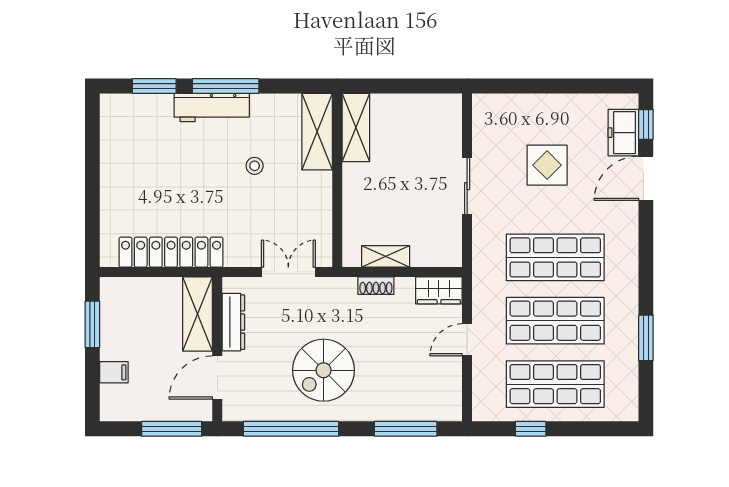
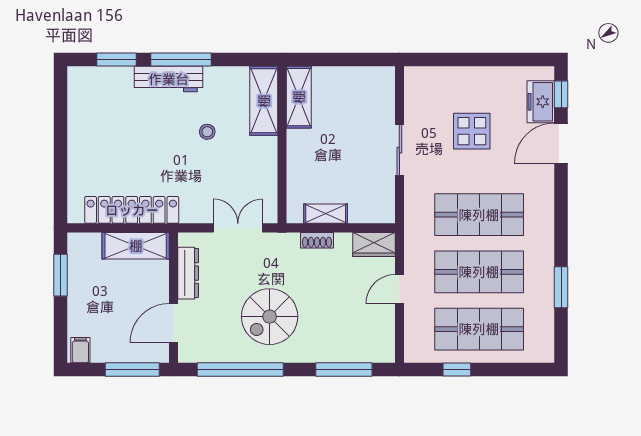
shelving: (198, 314) -> (136, 246), moved, turned 90
filing cabinet: (114, 372) -> (80, 350), moved, turned -90

